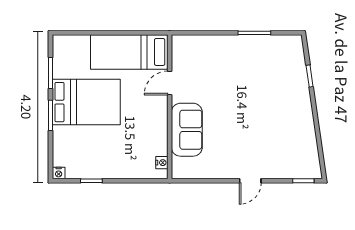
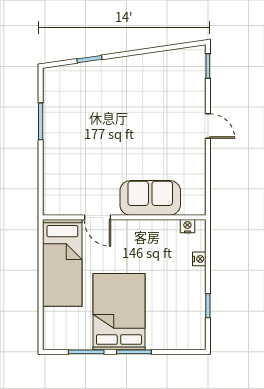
nightstand: (59, 173) -> (199, 259), moved

